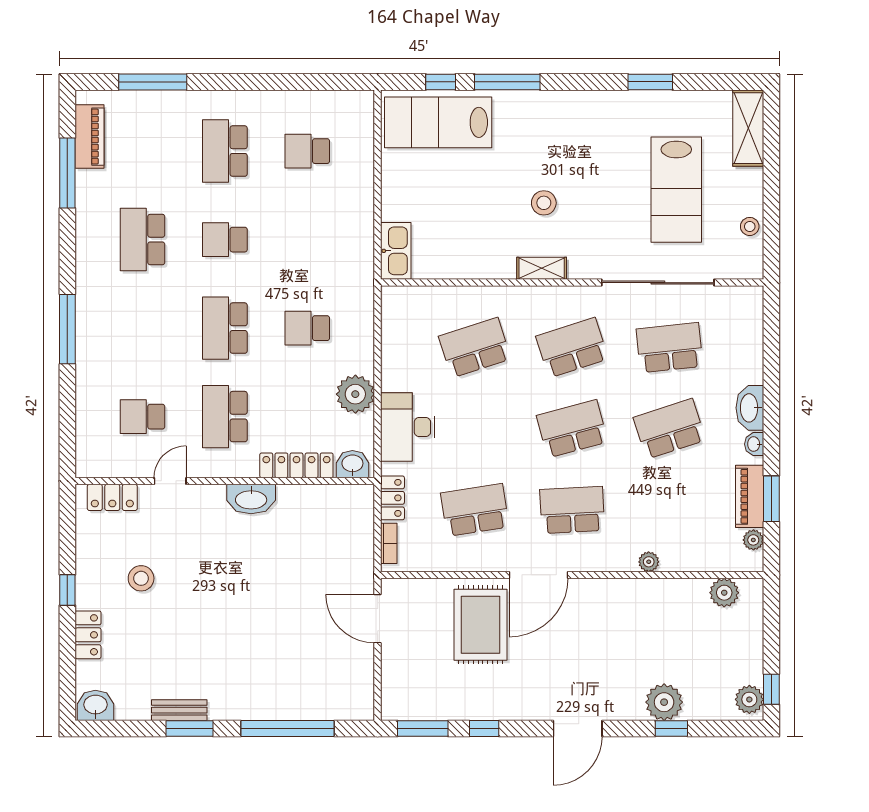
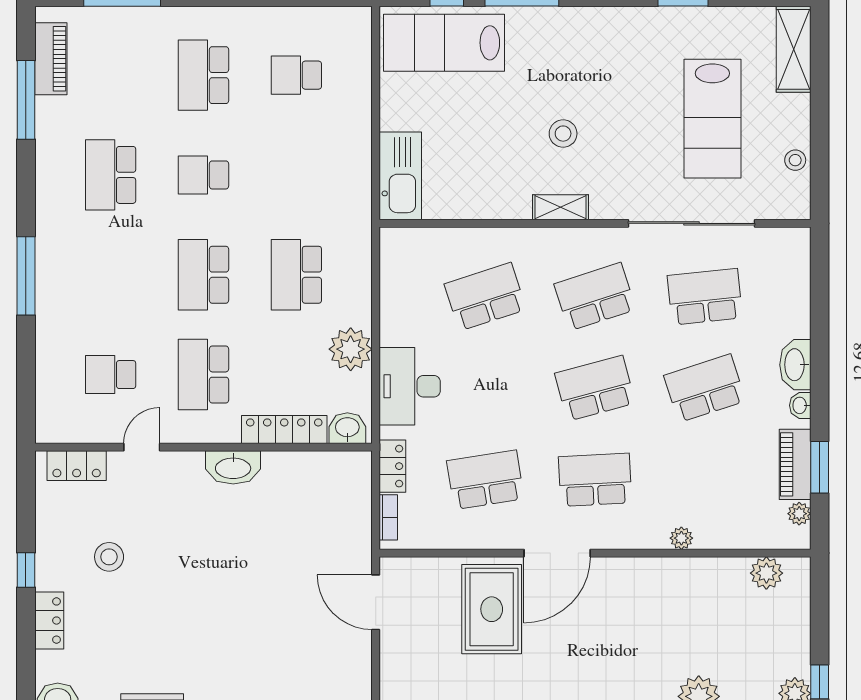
kitchen sink: (396, 251) -> (400, 176), width x1.36, depth x1.24
school desk: (307, 328) -> (296, 275), width x1.85

